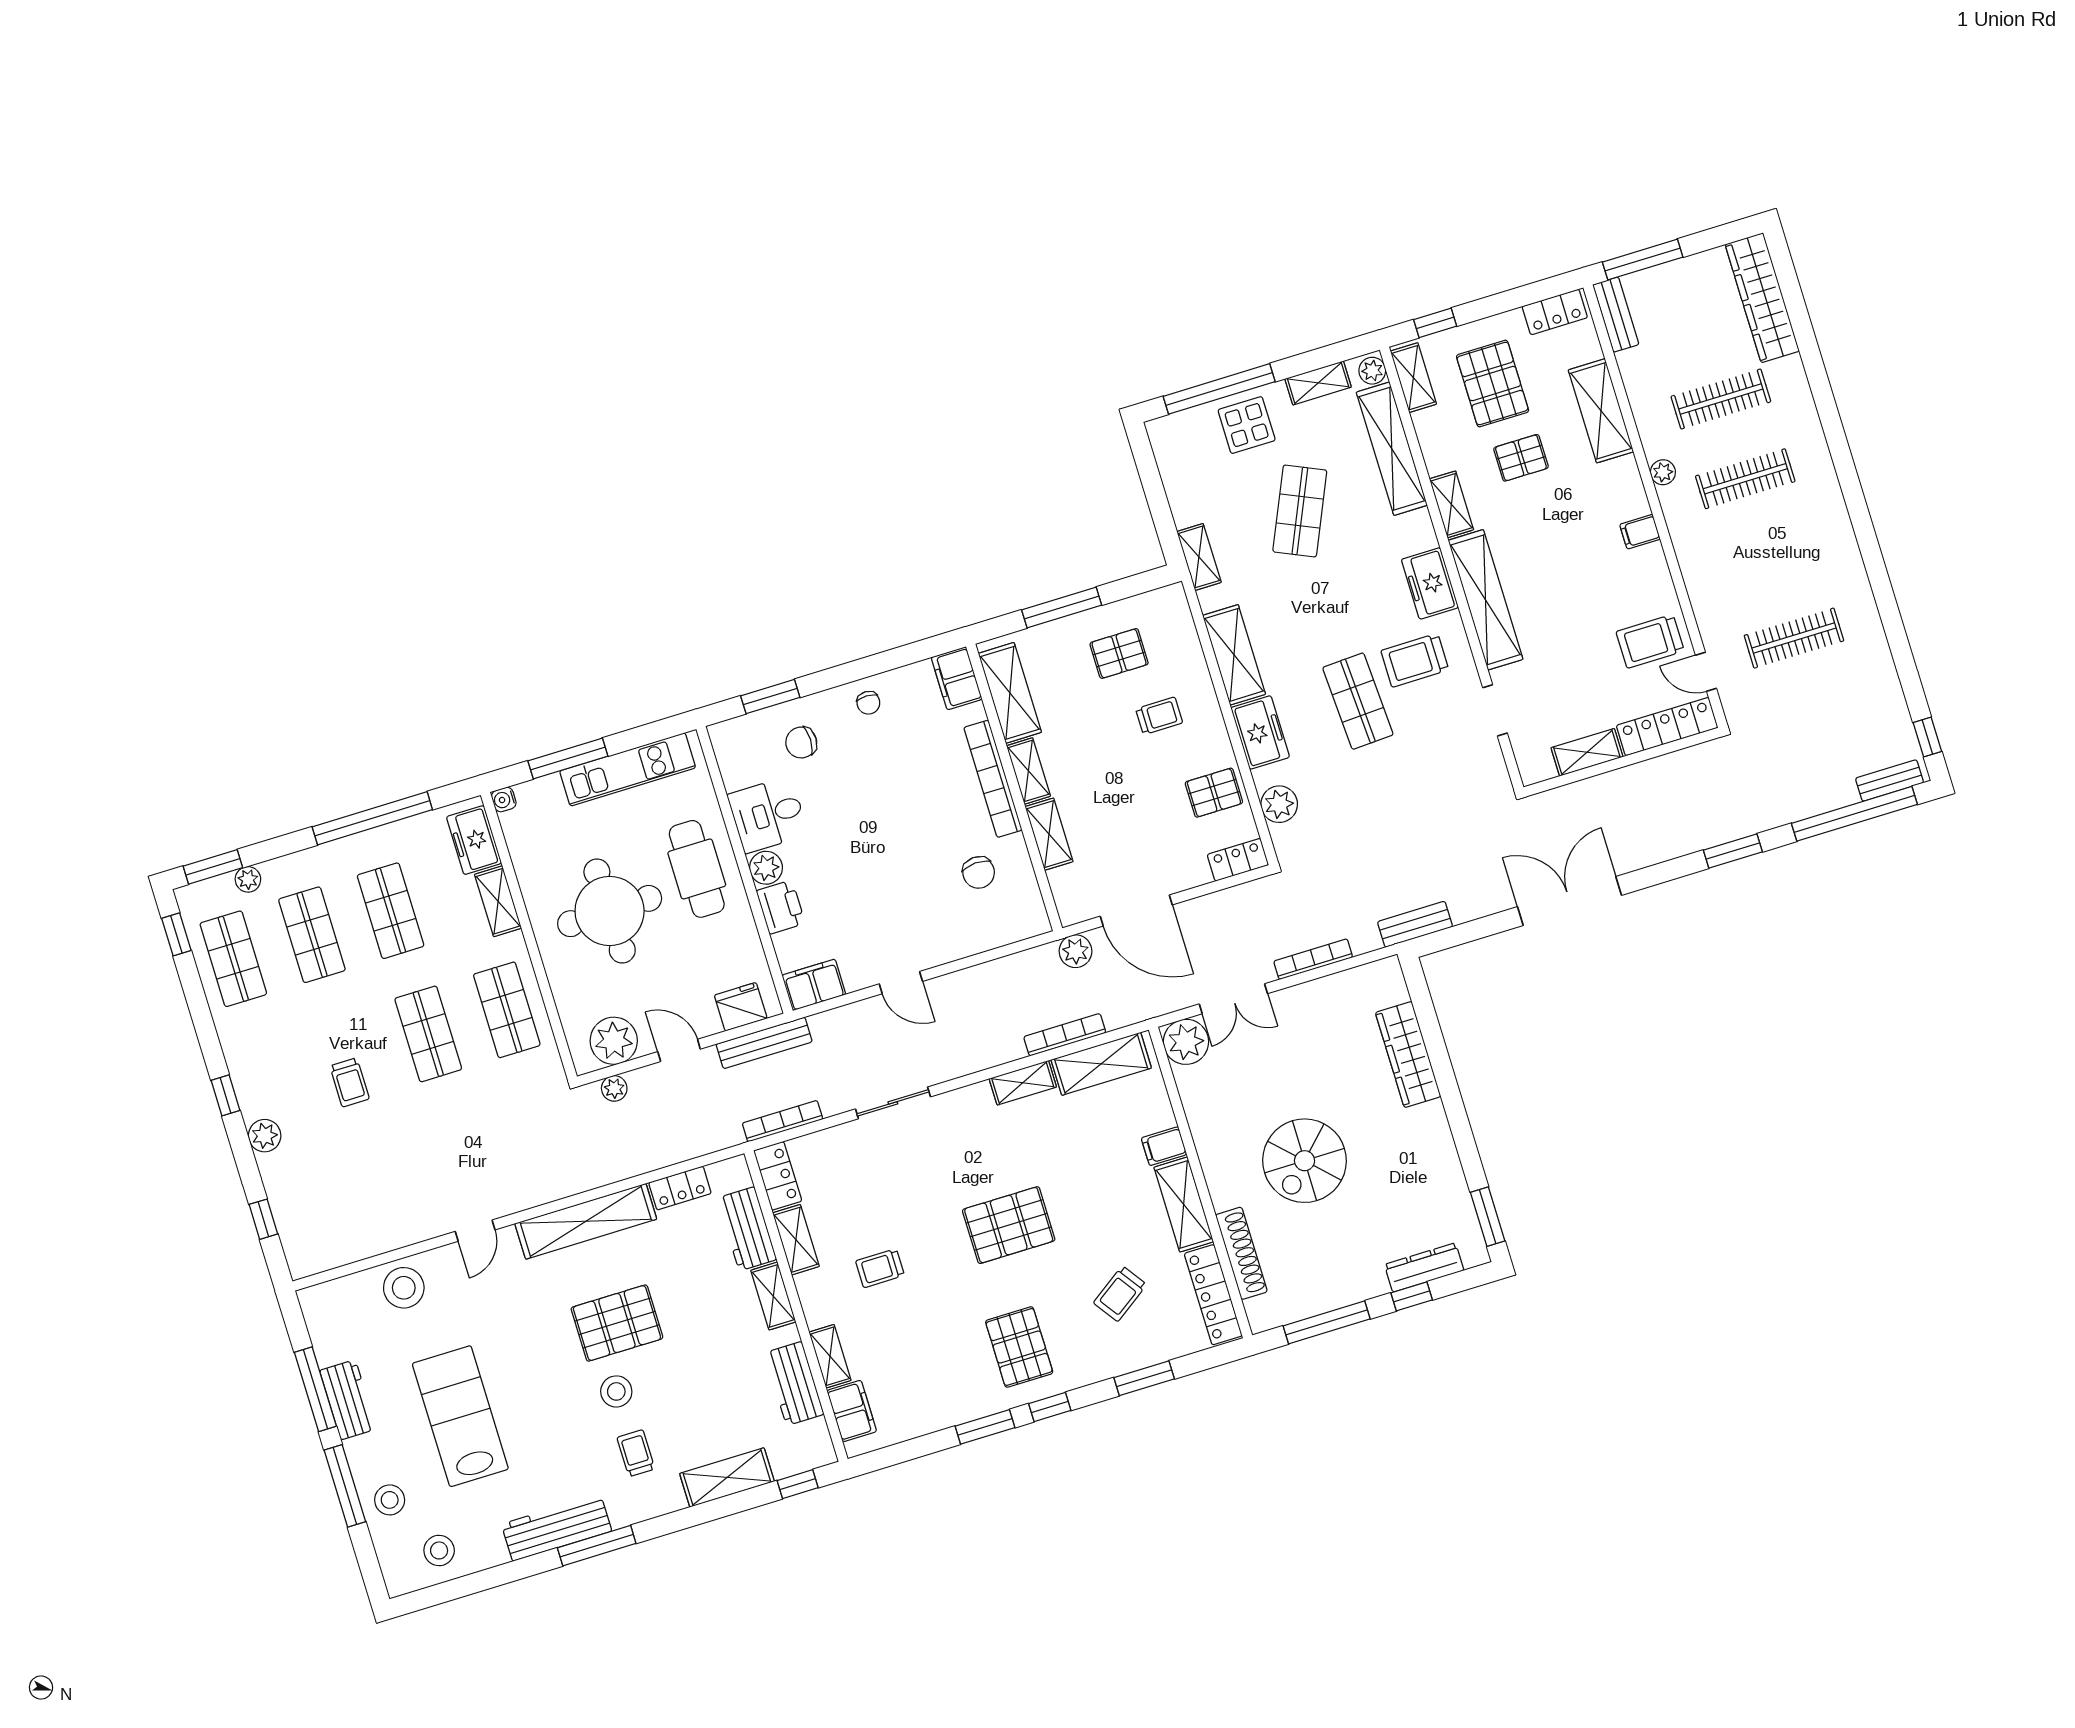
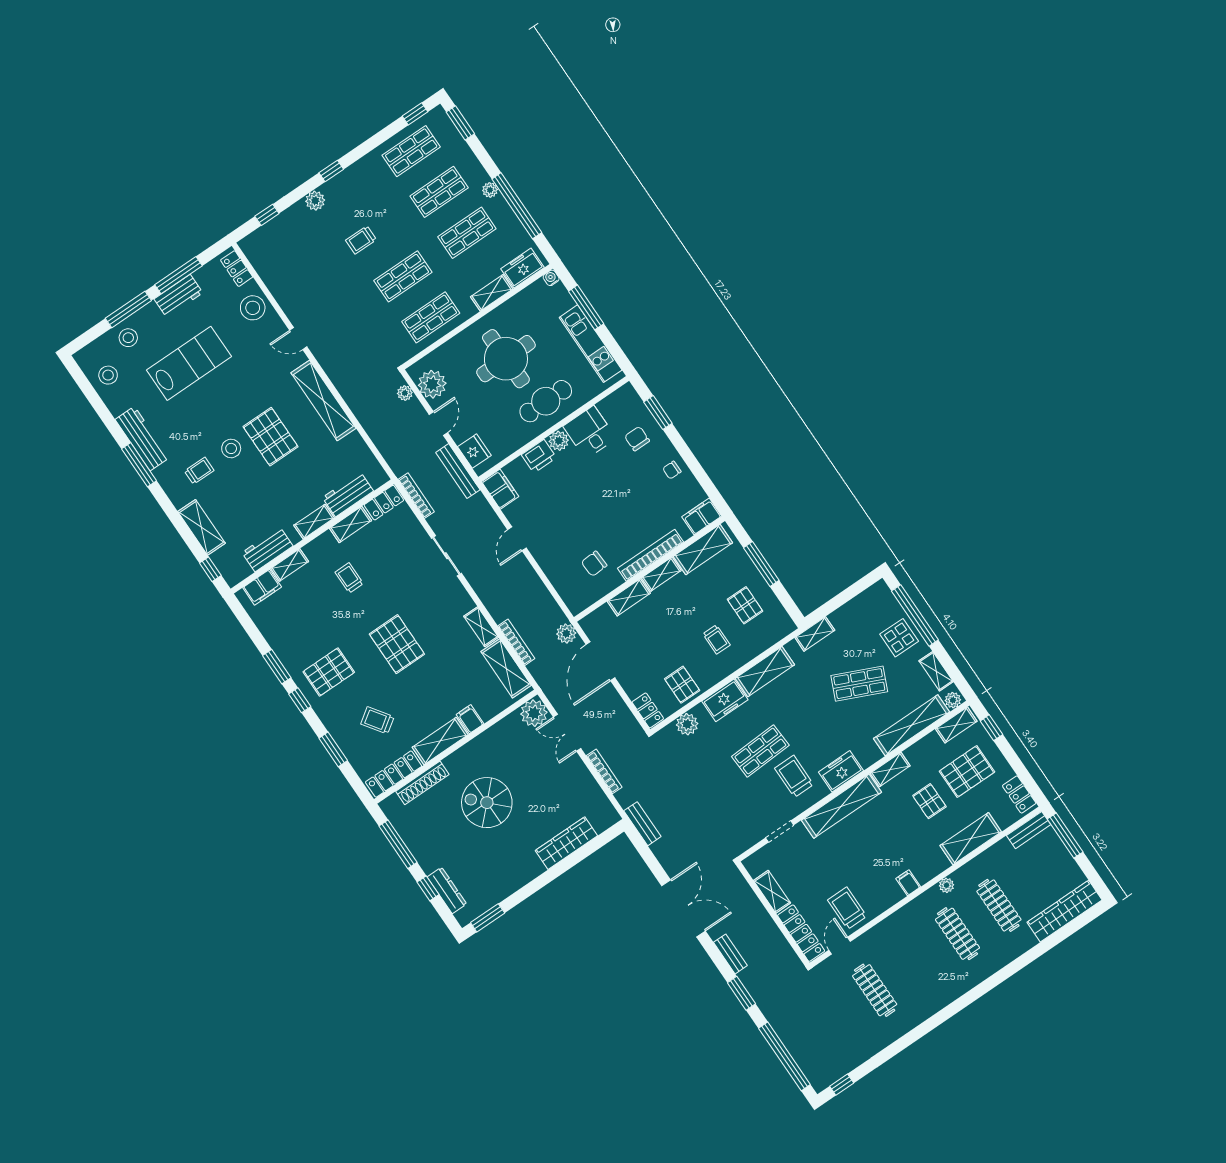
bench: (1889, 780) -> (730, 954), moved
plant: (248, 879) -> (490, 190), moved
locker: (680, 1188) -> (237, 269), moved

